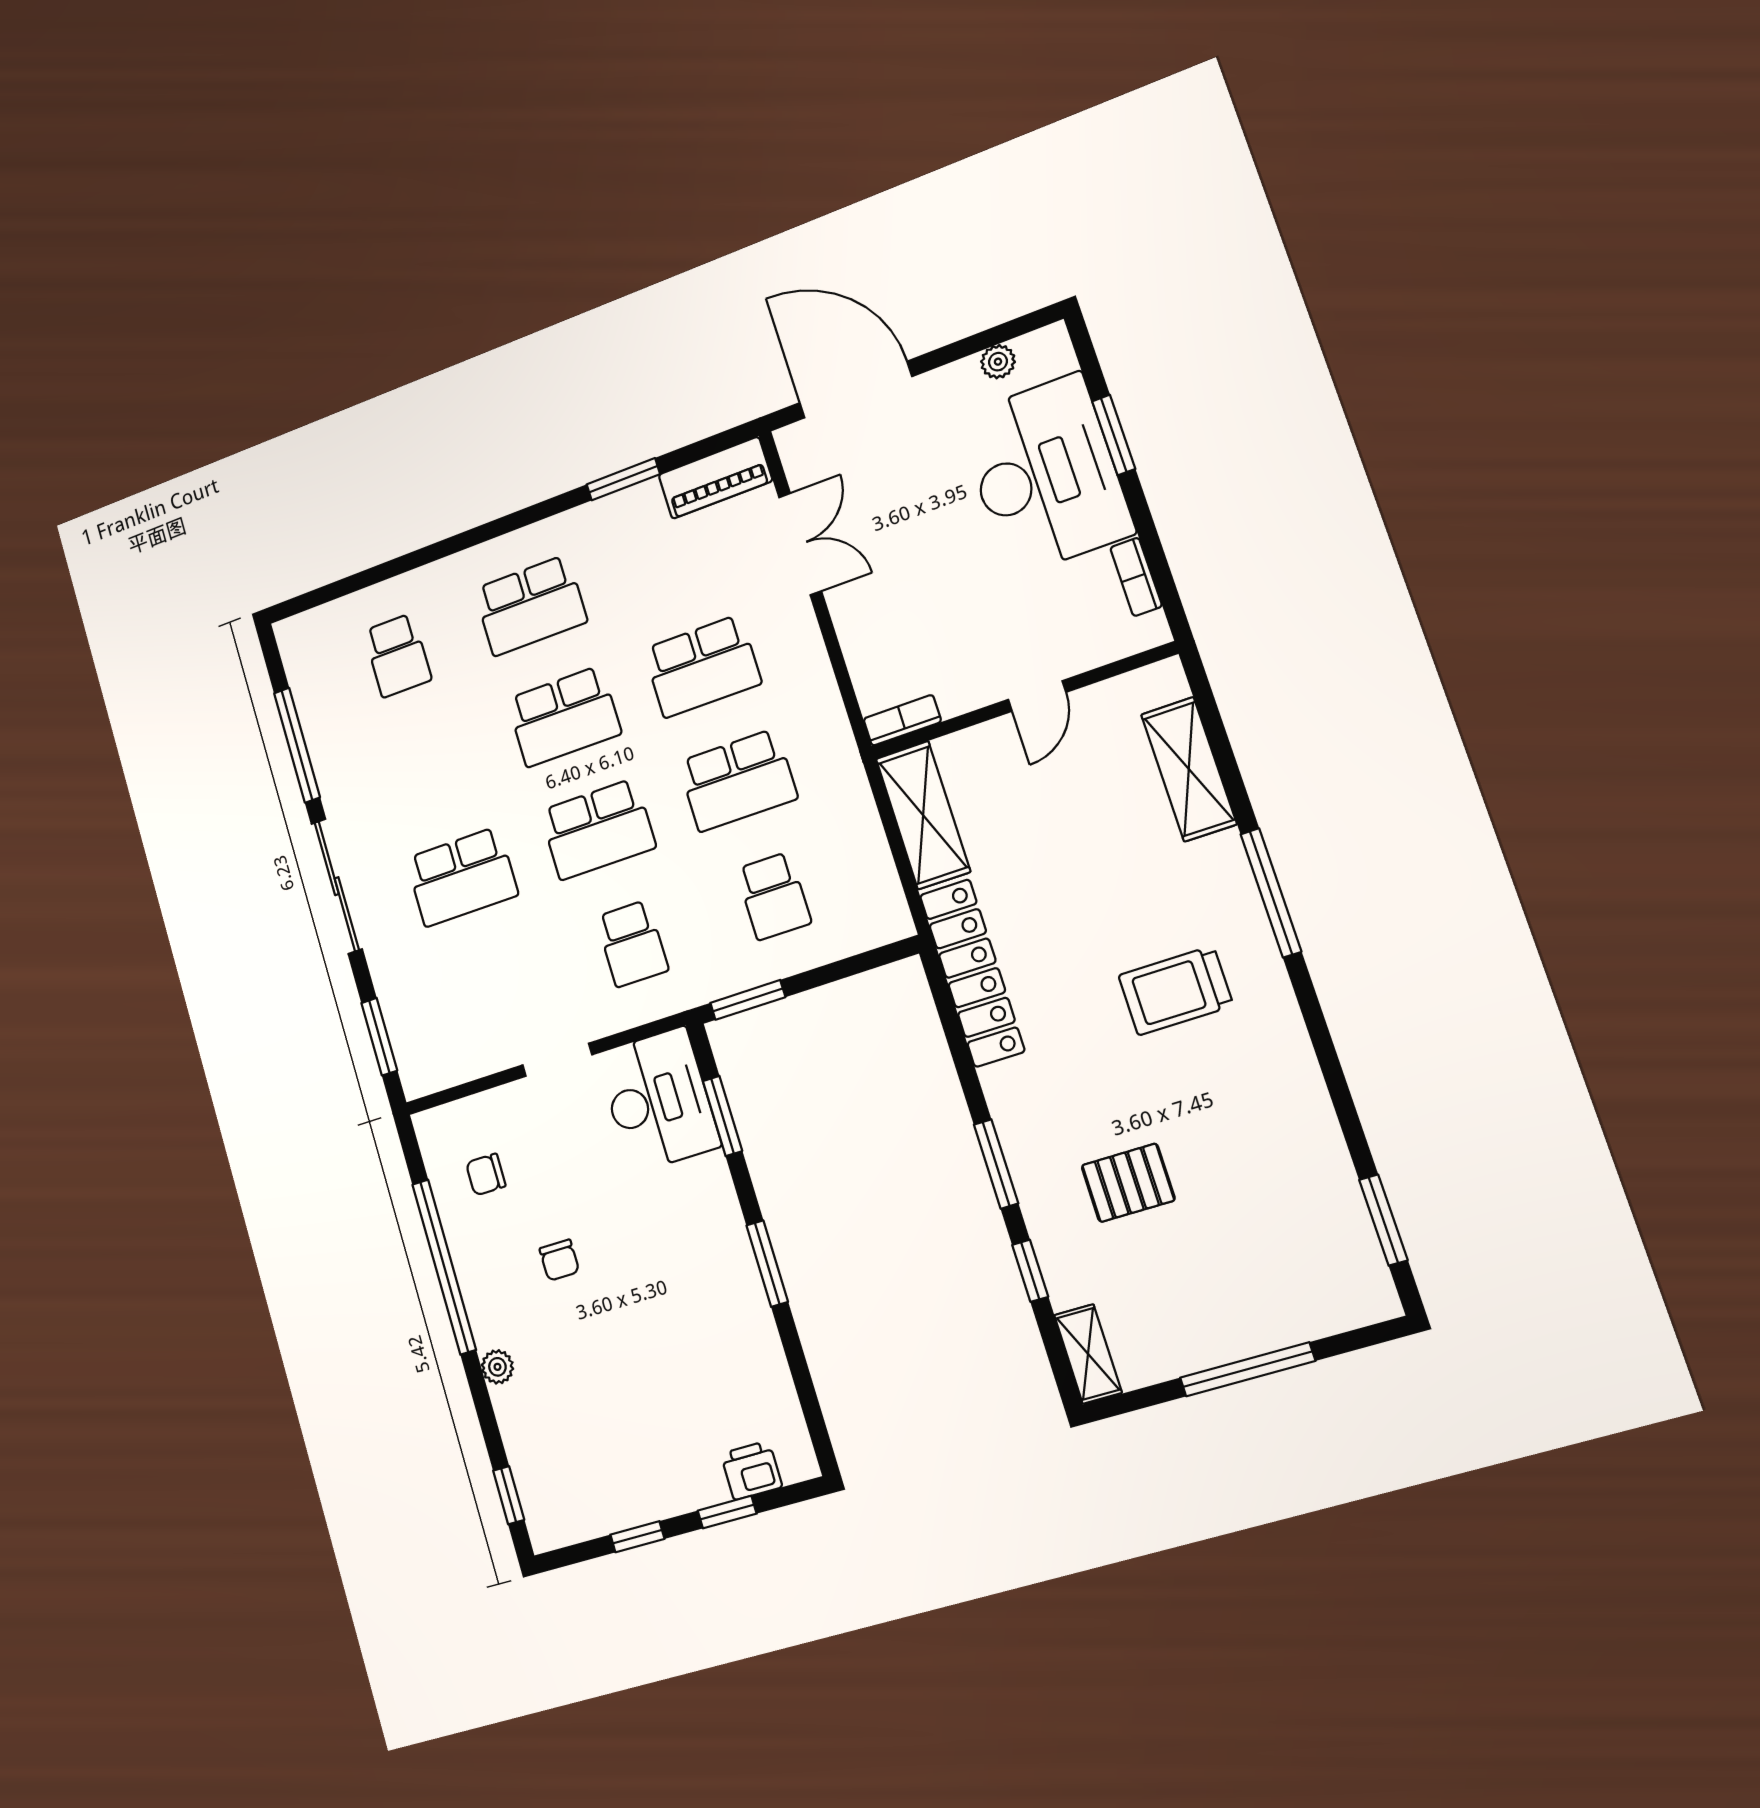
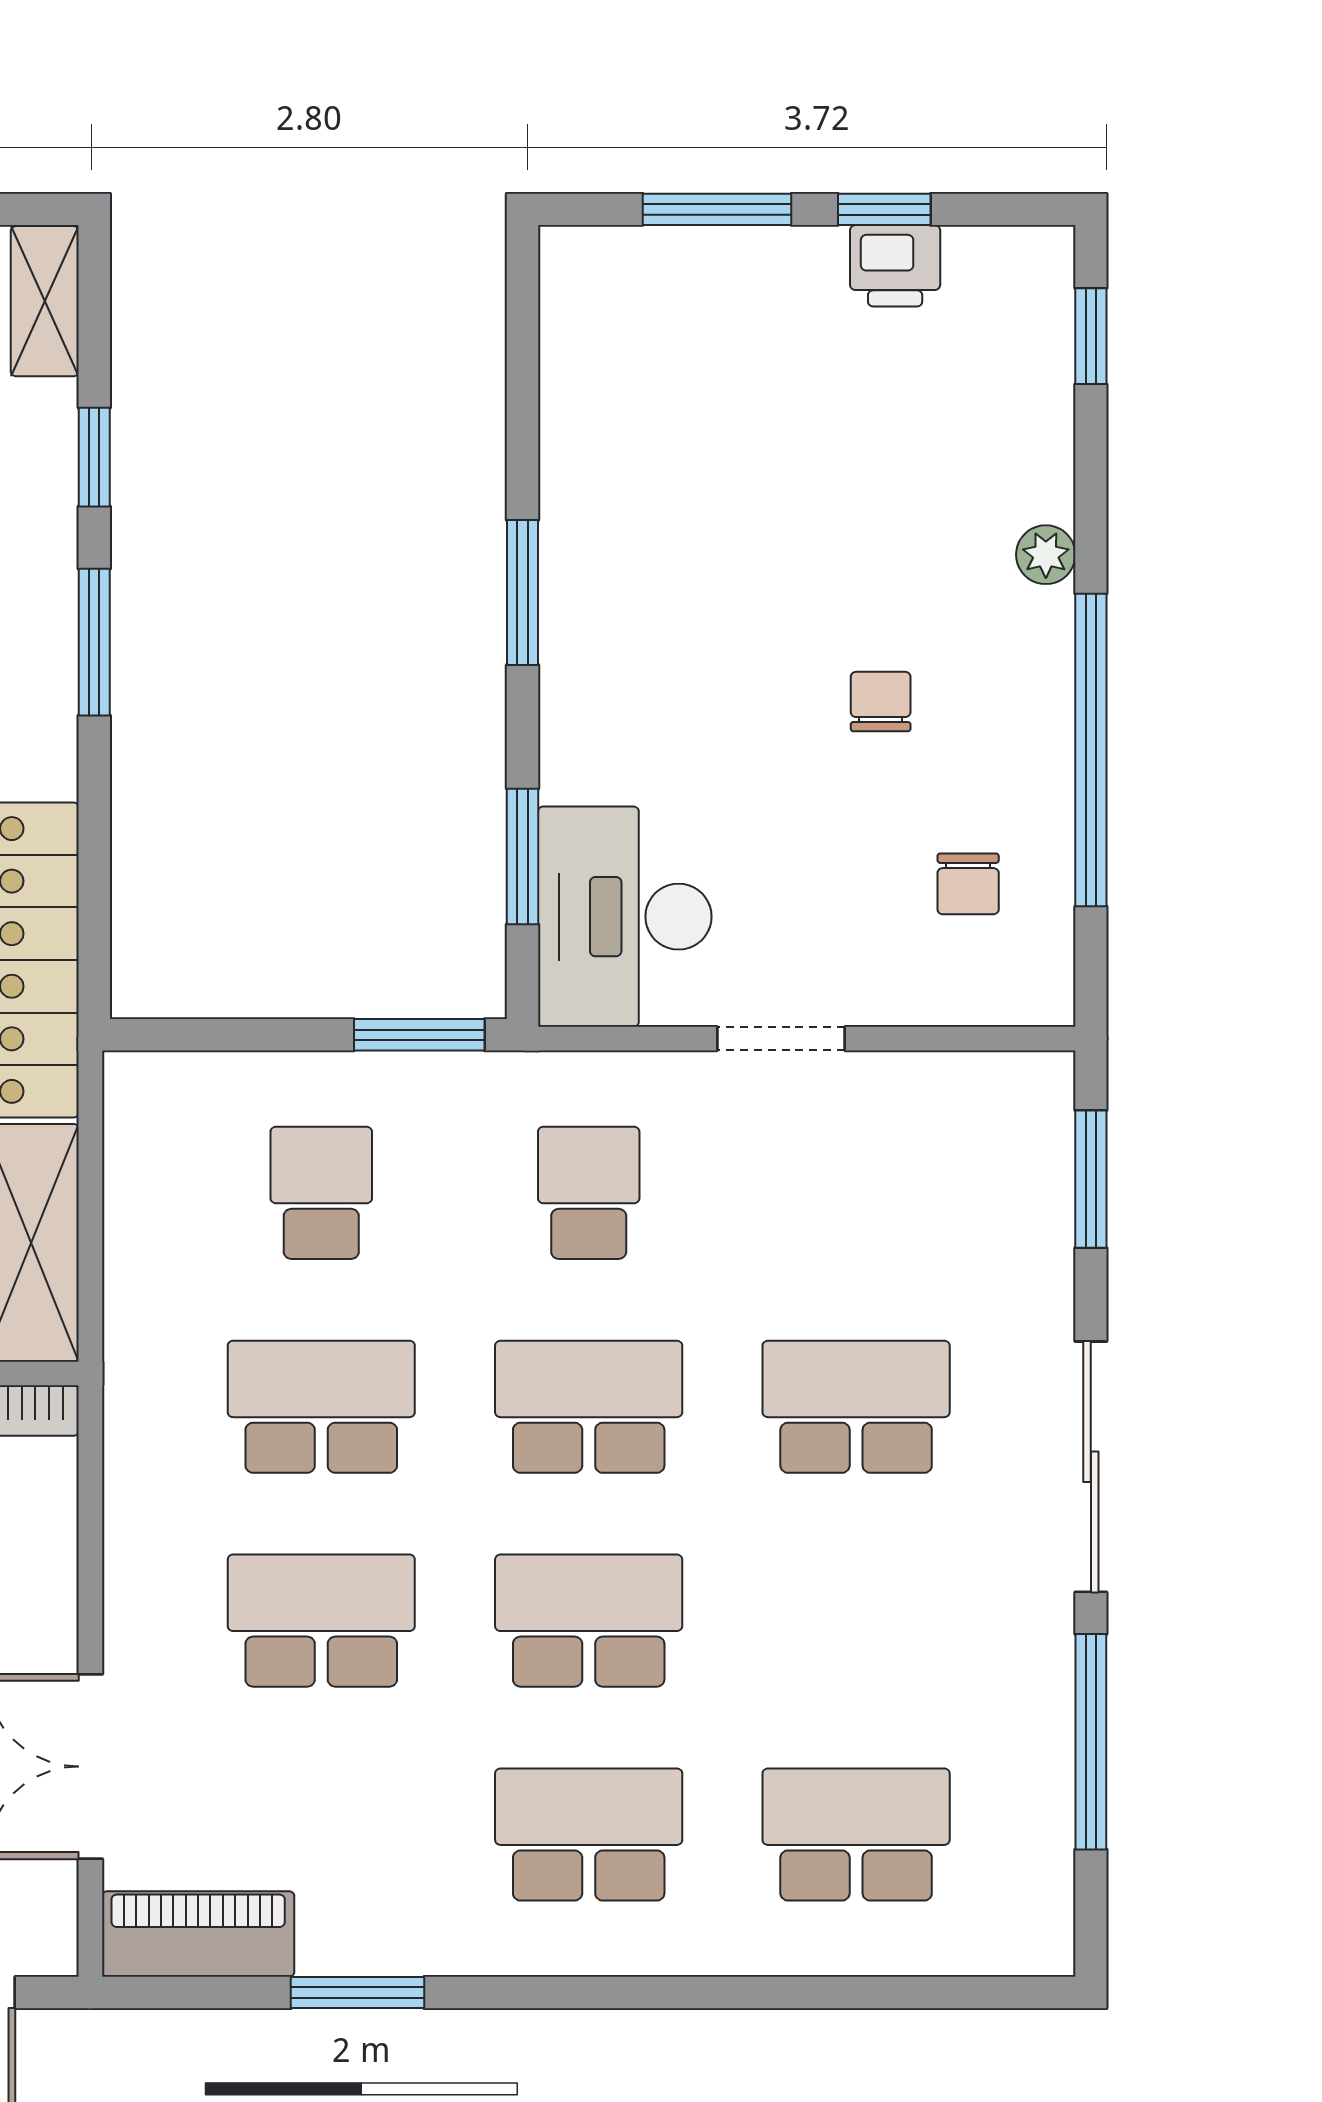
school desk: (397, 655) -> (856, 1834), width x1.85
chair: (486, 1174) -> (968, 884), turned 90
printer: (751, 1470) -> (895, 266), moved
window: (727, 1512) -> (717, 209), width x1.50

